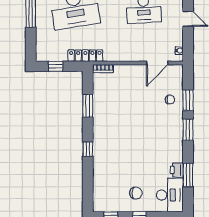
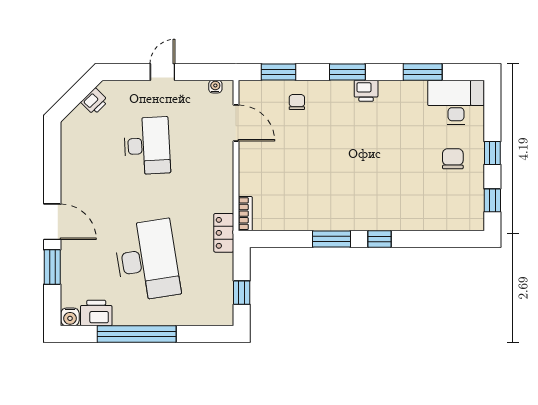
locker: (85, 56) -> (224, 233), width x0.66
window: (188, 100) -> (278, 72), moved
window: (88, 106) -> (332, 239), moved
printer: (177, 170) -> (366, 91), moved

